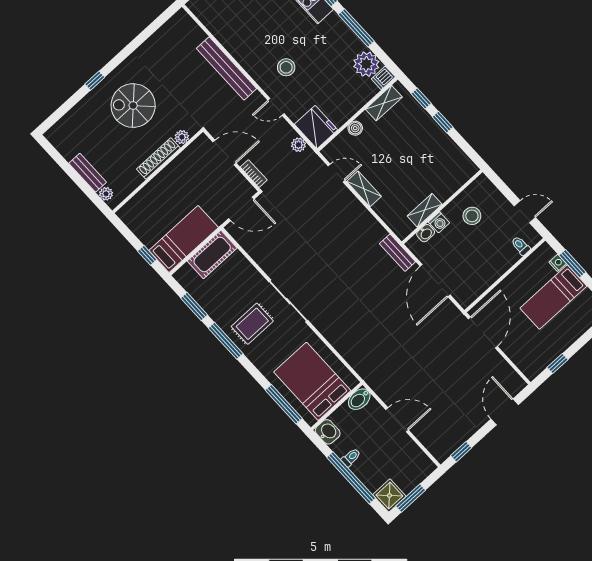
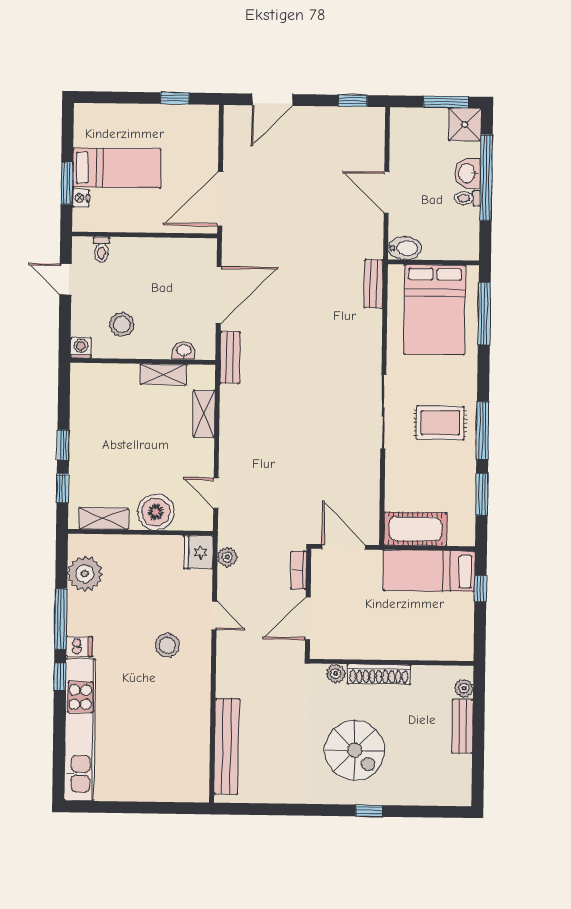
bench: (227, 68) -> (227, 746), moved
dishwasher: (383, 78) -> (79, 647), moved
fridge: (316, 127) -> (198, 552), width x0.73, depth x0.75
boiler: (355, 128) -> (156, 512), width x1.86, depth x1.86
door: (225, 153) -> (308, 618), hinge flipped
shelving: (364, 189) -> (204, 414), moved
washing machine: (439, 222) -> (81, 348), moved
bench: (358, 364) -> (374, 284), added
washbasin: (328, 432) -> (467, 173), moved

